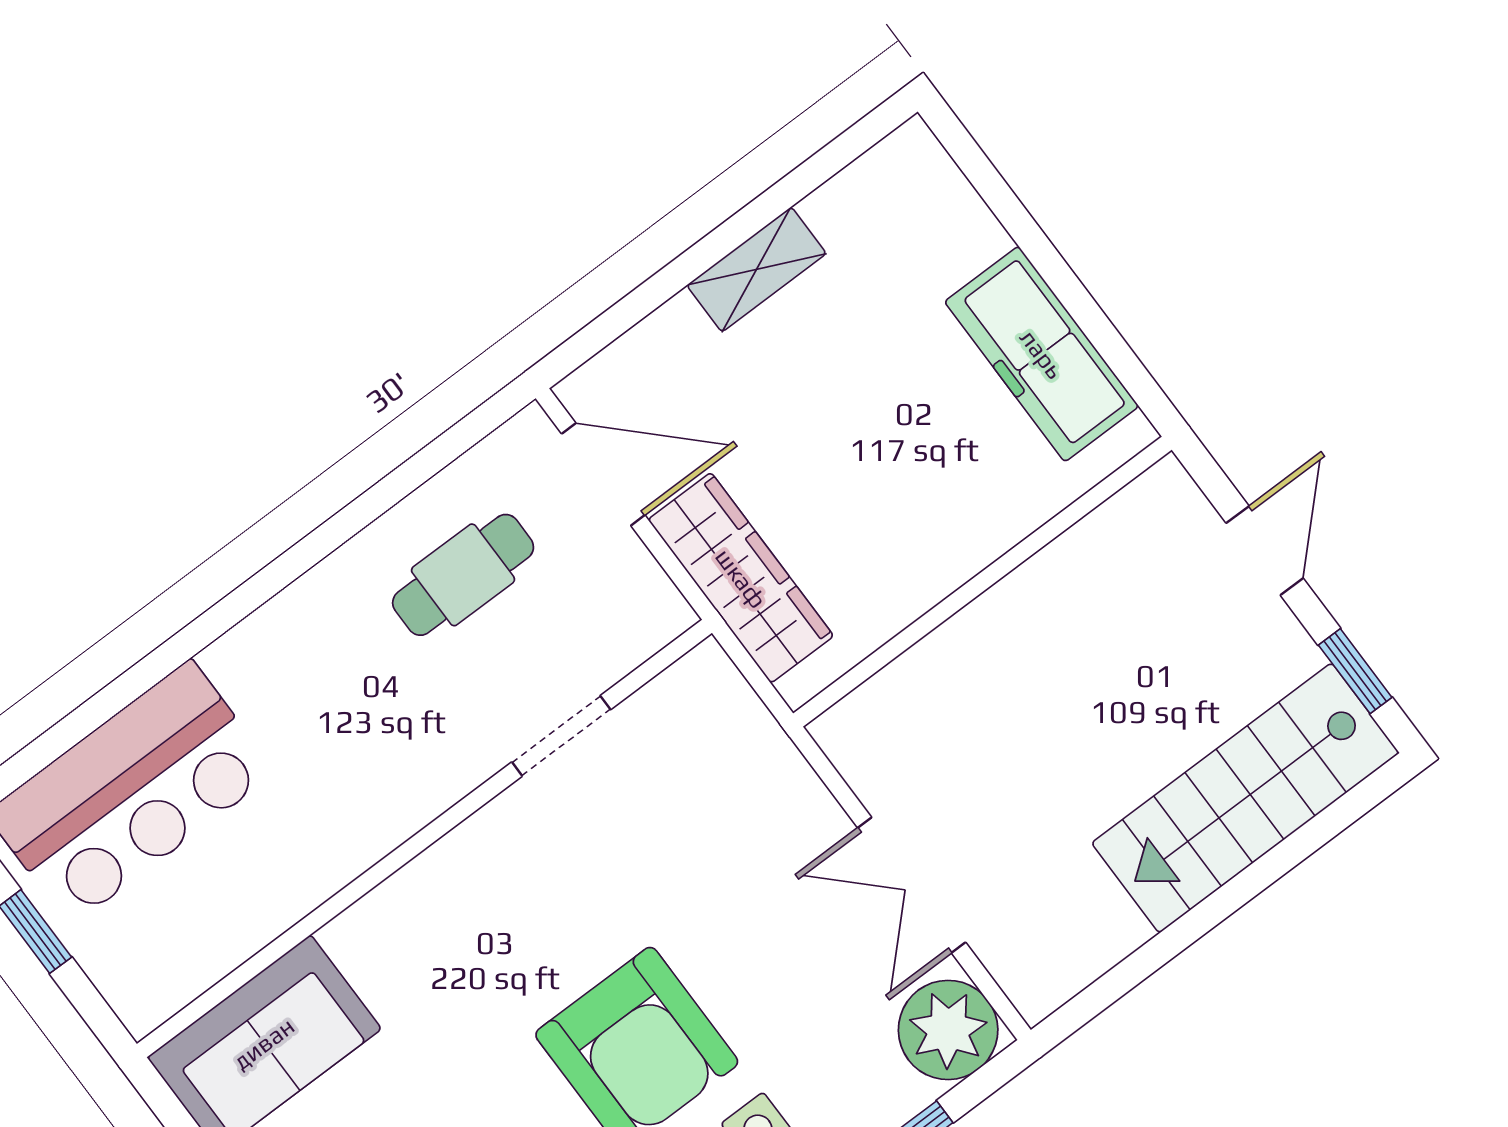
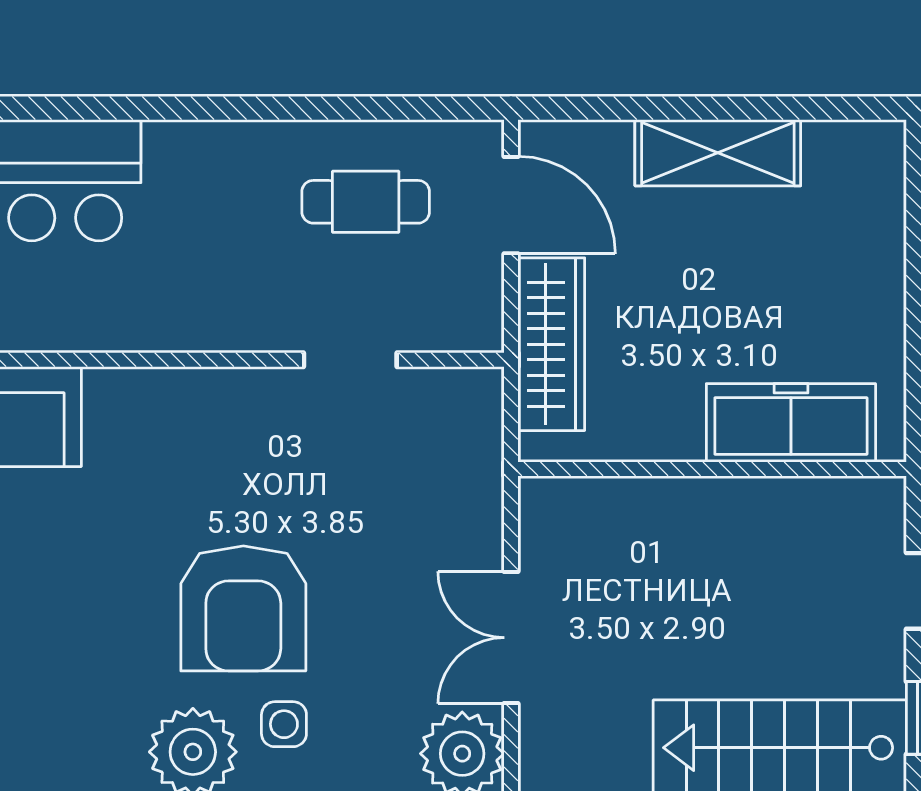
shelving: (757, 269) -> (718, 153), width x1.50, depth x1.33
freezer: (1042, 354) -> (791, 423), moved, turned 90

